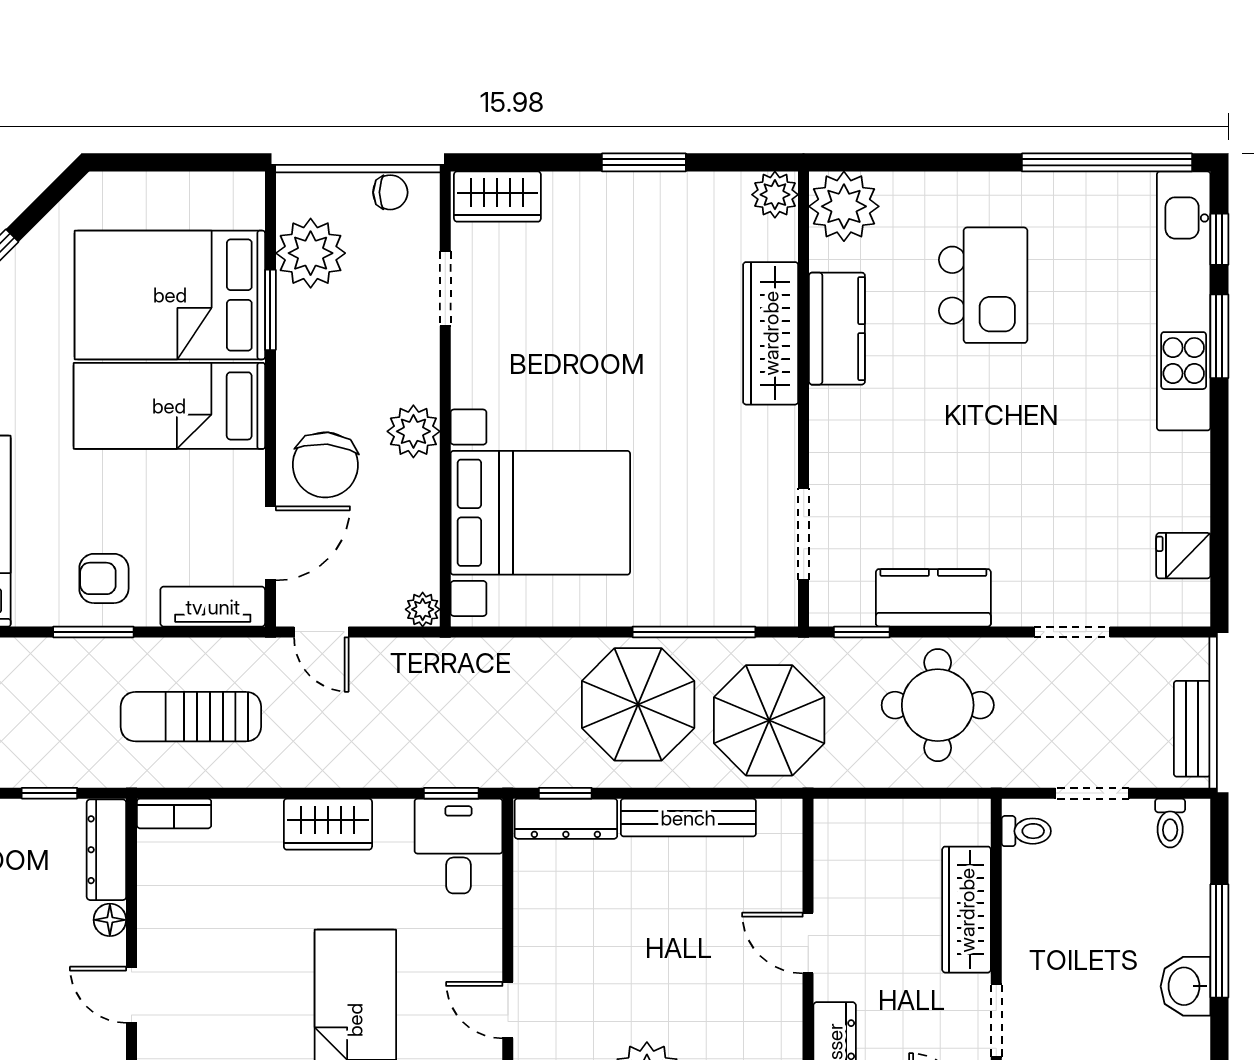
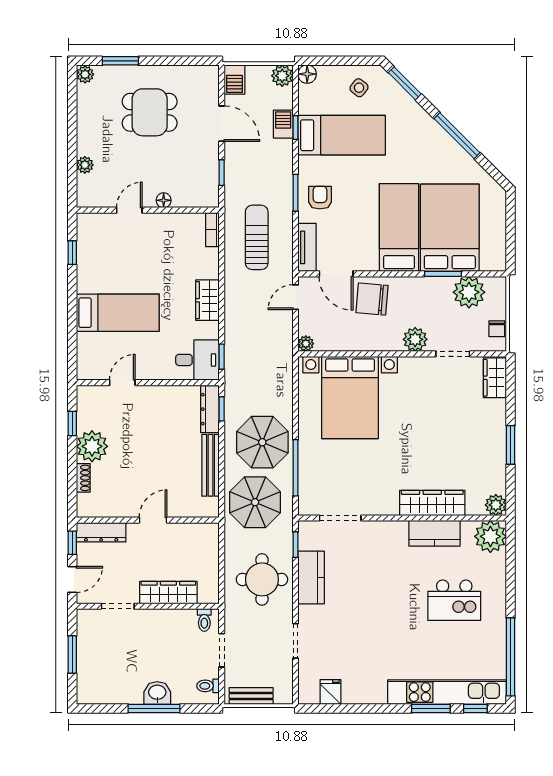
plant: (413, 431) -> (415, 339), moved
dresser: (106, 850) -> (196, 199), removed
washbasin: (1185, 986) -> (157, 693), moved

